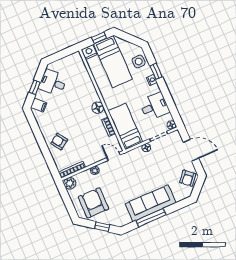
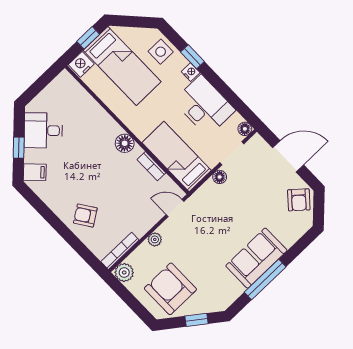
desk: (154, 106) -> (204, 106), width x1.37
sofa: (150, 203) -> (256, 258), width x0.73

